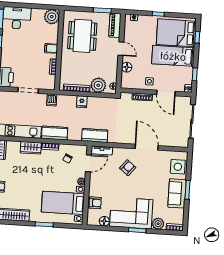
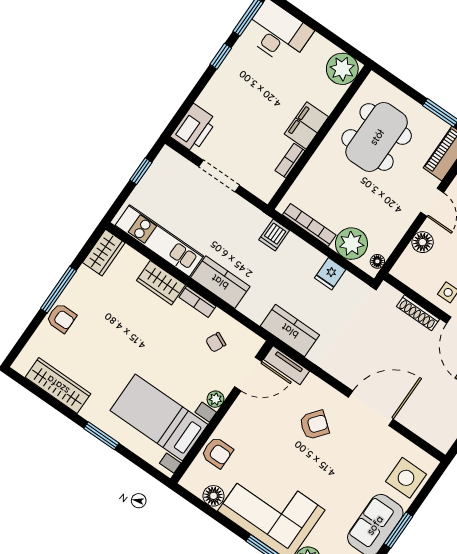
filing cabinet: (51, 48) -> (306, 125), width x2.00
dishwasher: (52, 100) -> (274, 235), moved
fridge: (82, 102) -> (330, 274), moved
door: (147, 147) -> (371, 408), hinge flipped

